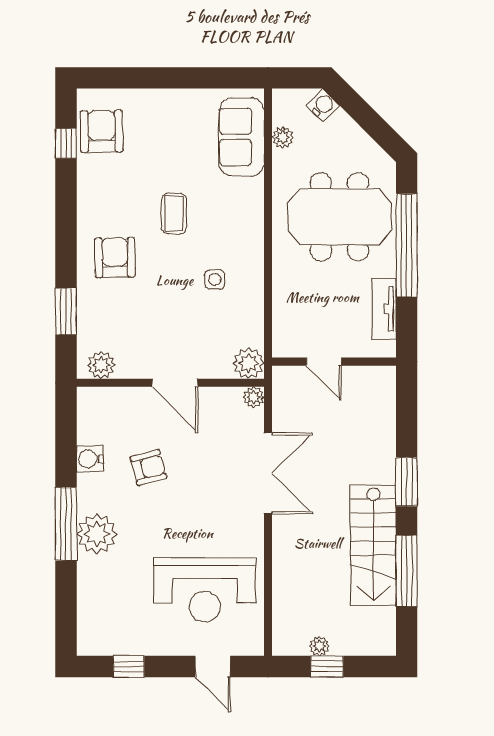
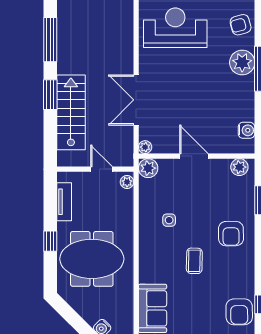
plant: (283, 137) -> (127, 182), moved
window: (407, 245) -> (50, 241), width x0.32
water cooler: (90, 459) -> (246, 130), moved
armchair: (149, 468) -> (241, 25), moved
stairs: (373, 545) -> (71, 112), moved

